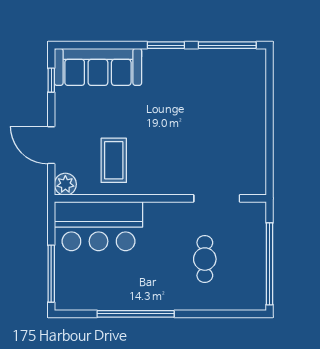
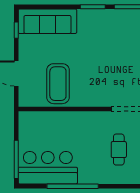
coffee table: (114, 160) -> (58, 84), width x1.36, depth x1.32
plant: (65, 184) -> (26, 100), removed
bar counter: (99, 226) -> (48, 168), moved, turned 180

